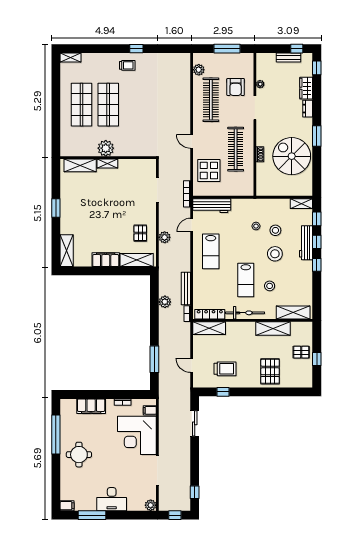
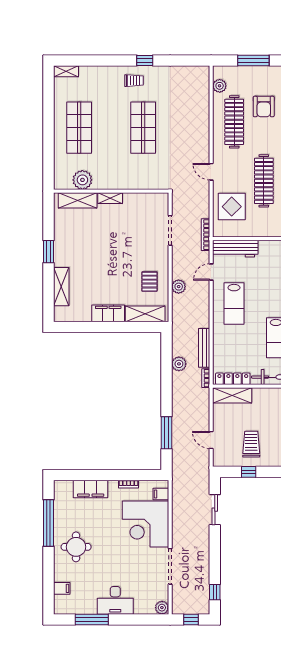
shop shelf: (108, 105) -> (143, 128), moved
plant: (106, 148) -> (82, 180), moved
shelving: (67, 251) -> (61, 287), moved
trolley: (225, 369) -> (251, 444), turned -90
filing cabinet: (67, 506) -> (62, 588), moved

